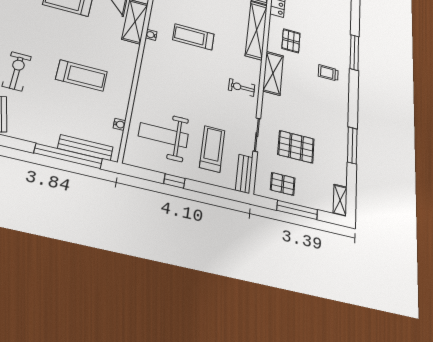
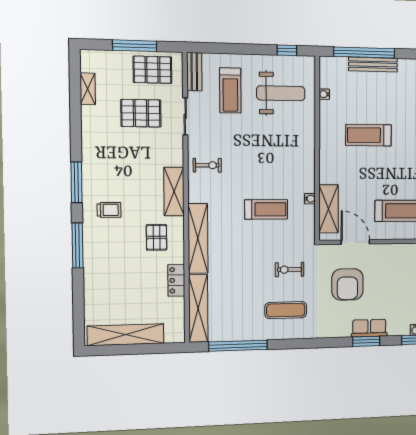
window: (352, 145) -> (77, 182), moved
bench: (85, 148) -> (373, 65), moved
window: (174, 181) -> (287, 50), moved
pallet: (283, 184) -> (152, 70), width x1.50, depth x1.42
shelving: (340, 200) -> (88, 89), moved

